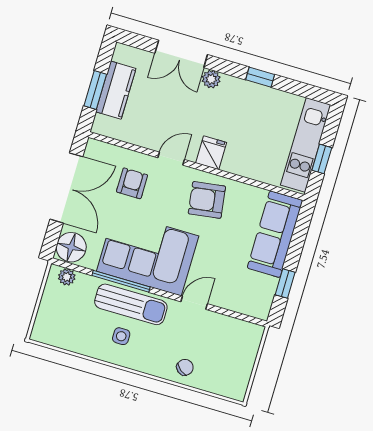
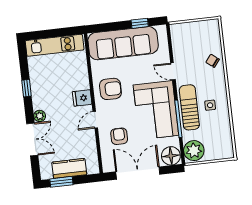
window: (95, 90) -> (61, 182), moved
door: (171, 159) -> (95, 120), hinge flipped
window: (322, 159) -> (59, 33), removed
armchair: (132, 183) -> (119, 136), turned 90
armchair: (207, 200) -> (110, 89), turned -82
sofa: (275, 234) -> (123, 43), width x1.36, depth x1.27
plant: (67, 277) -> (194, 151), width x1.88, depth x1.88

